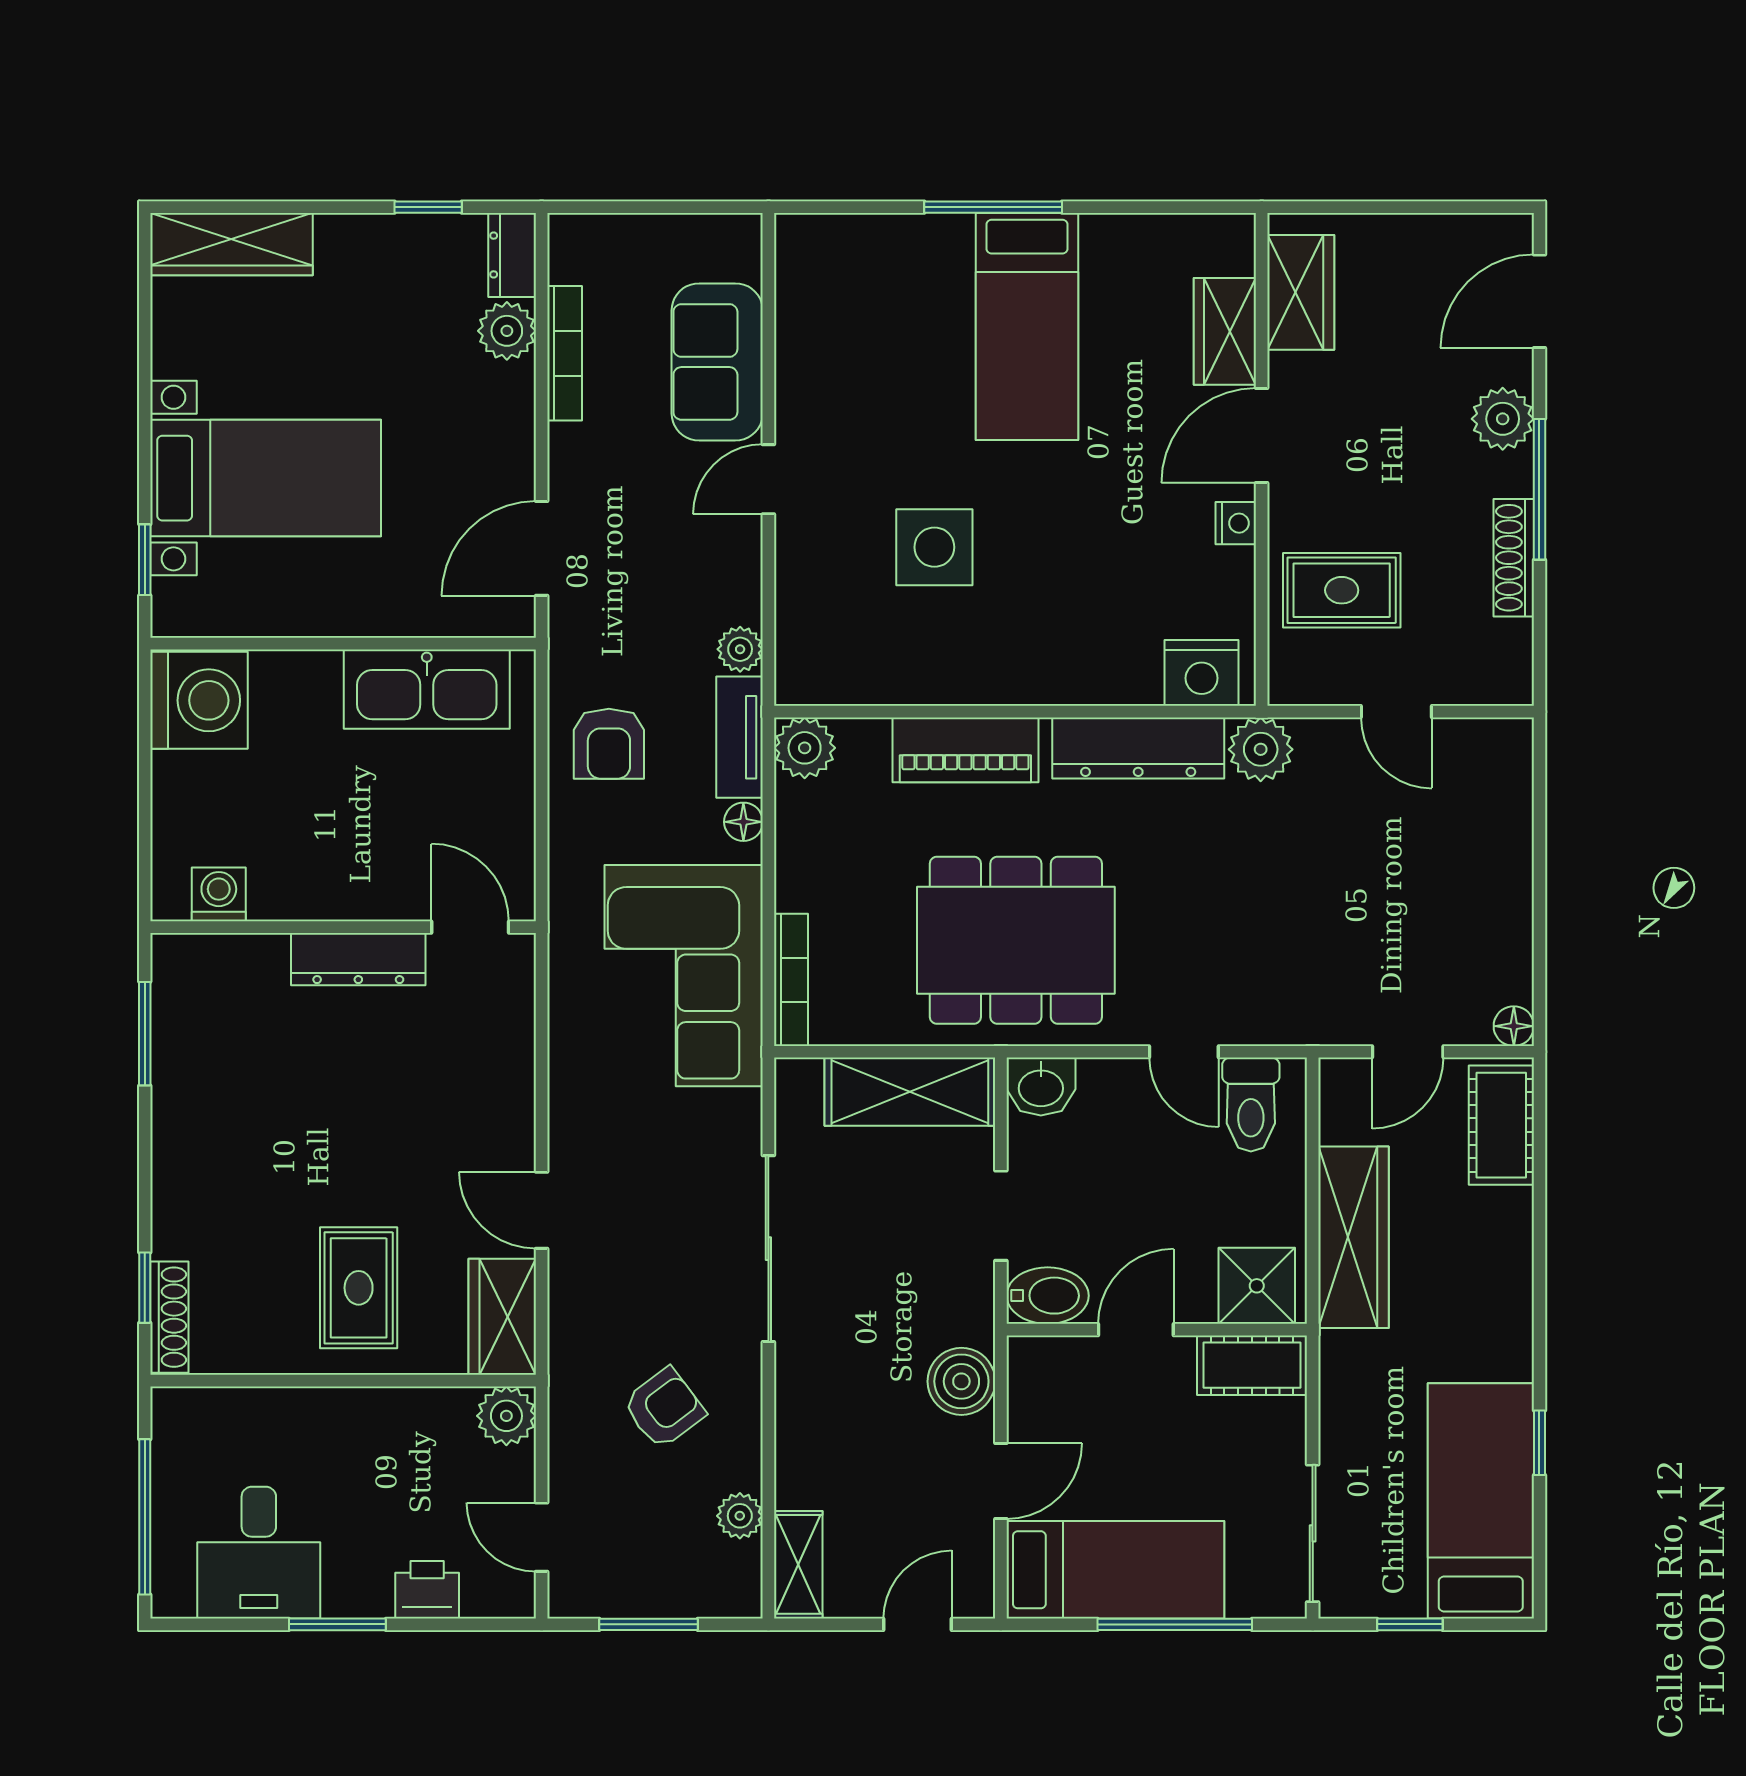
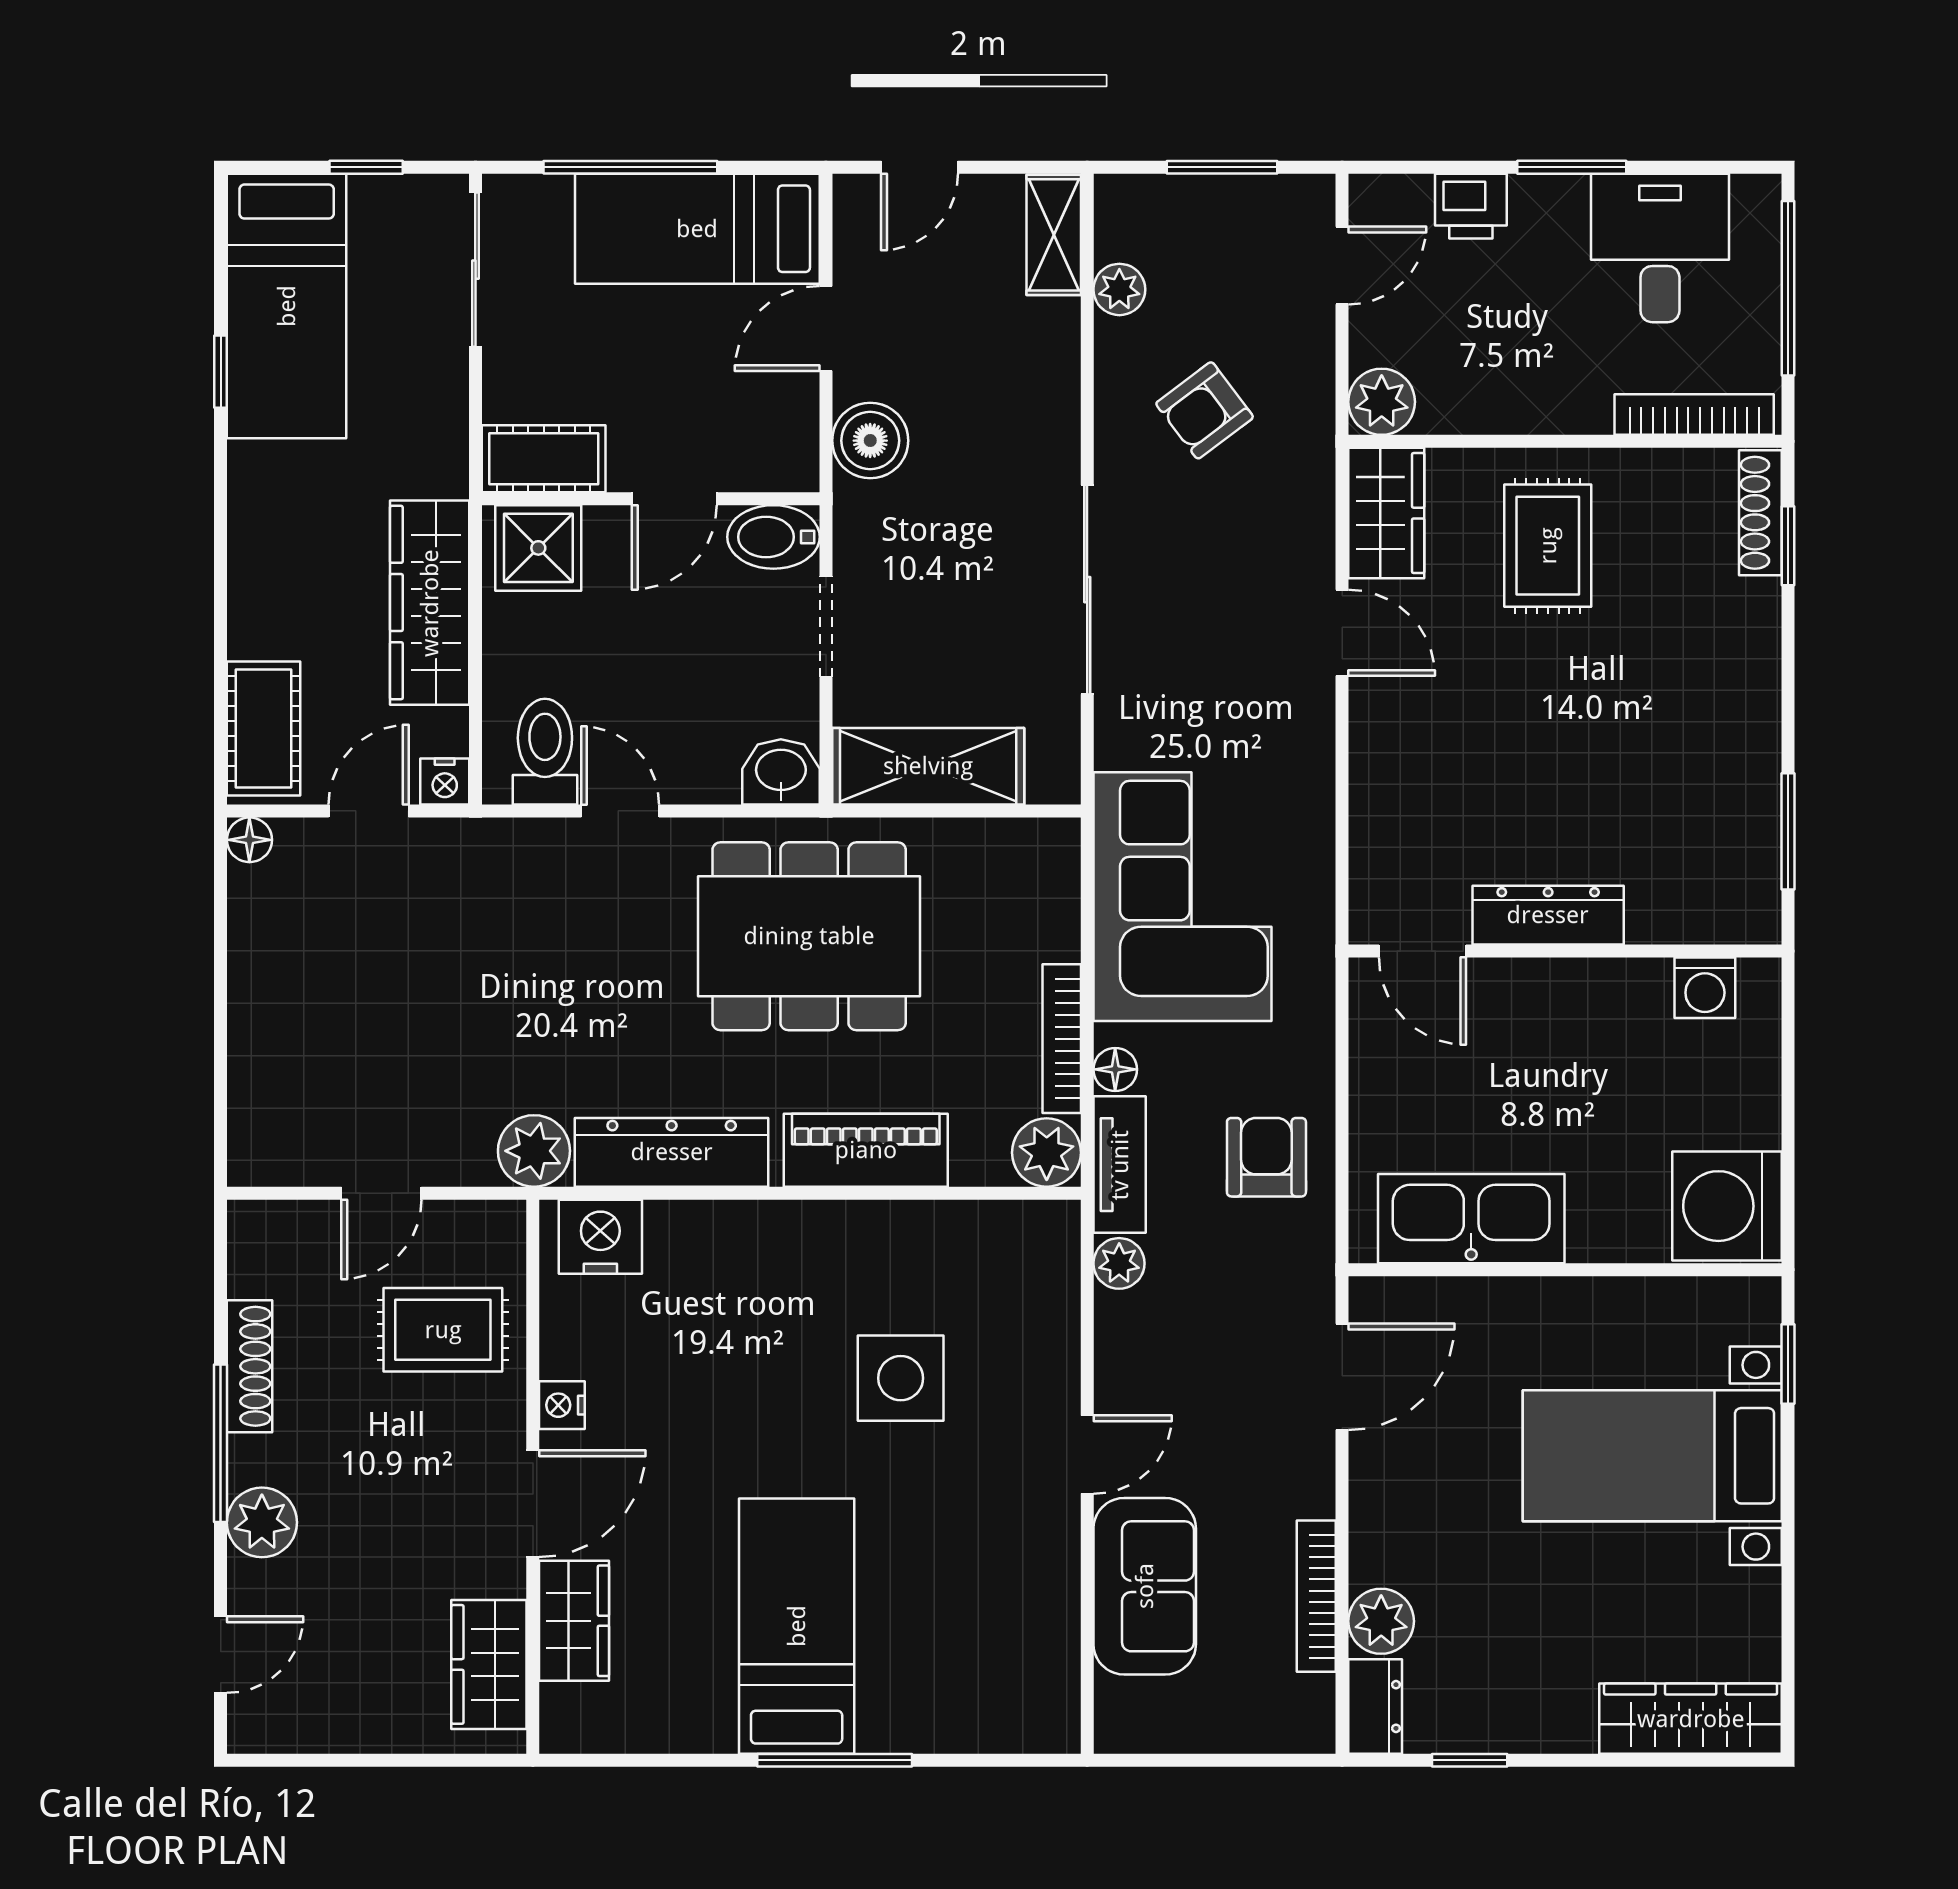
door: (1539, 301) -> (221, 1655), width x0.73
door: (1396, 712) -> (381, 1193), swing flipped
bookcase: (791, 980) -> (1062, 1039), moved
nightstand: (1340, 1078) -> (445, 782), added
bookcase: (228, 1404) -> (1694, 415), added
door: (542, 1537) -> (1342, 265), hinge flipped

